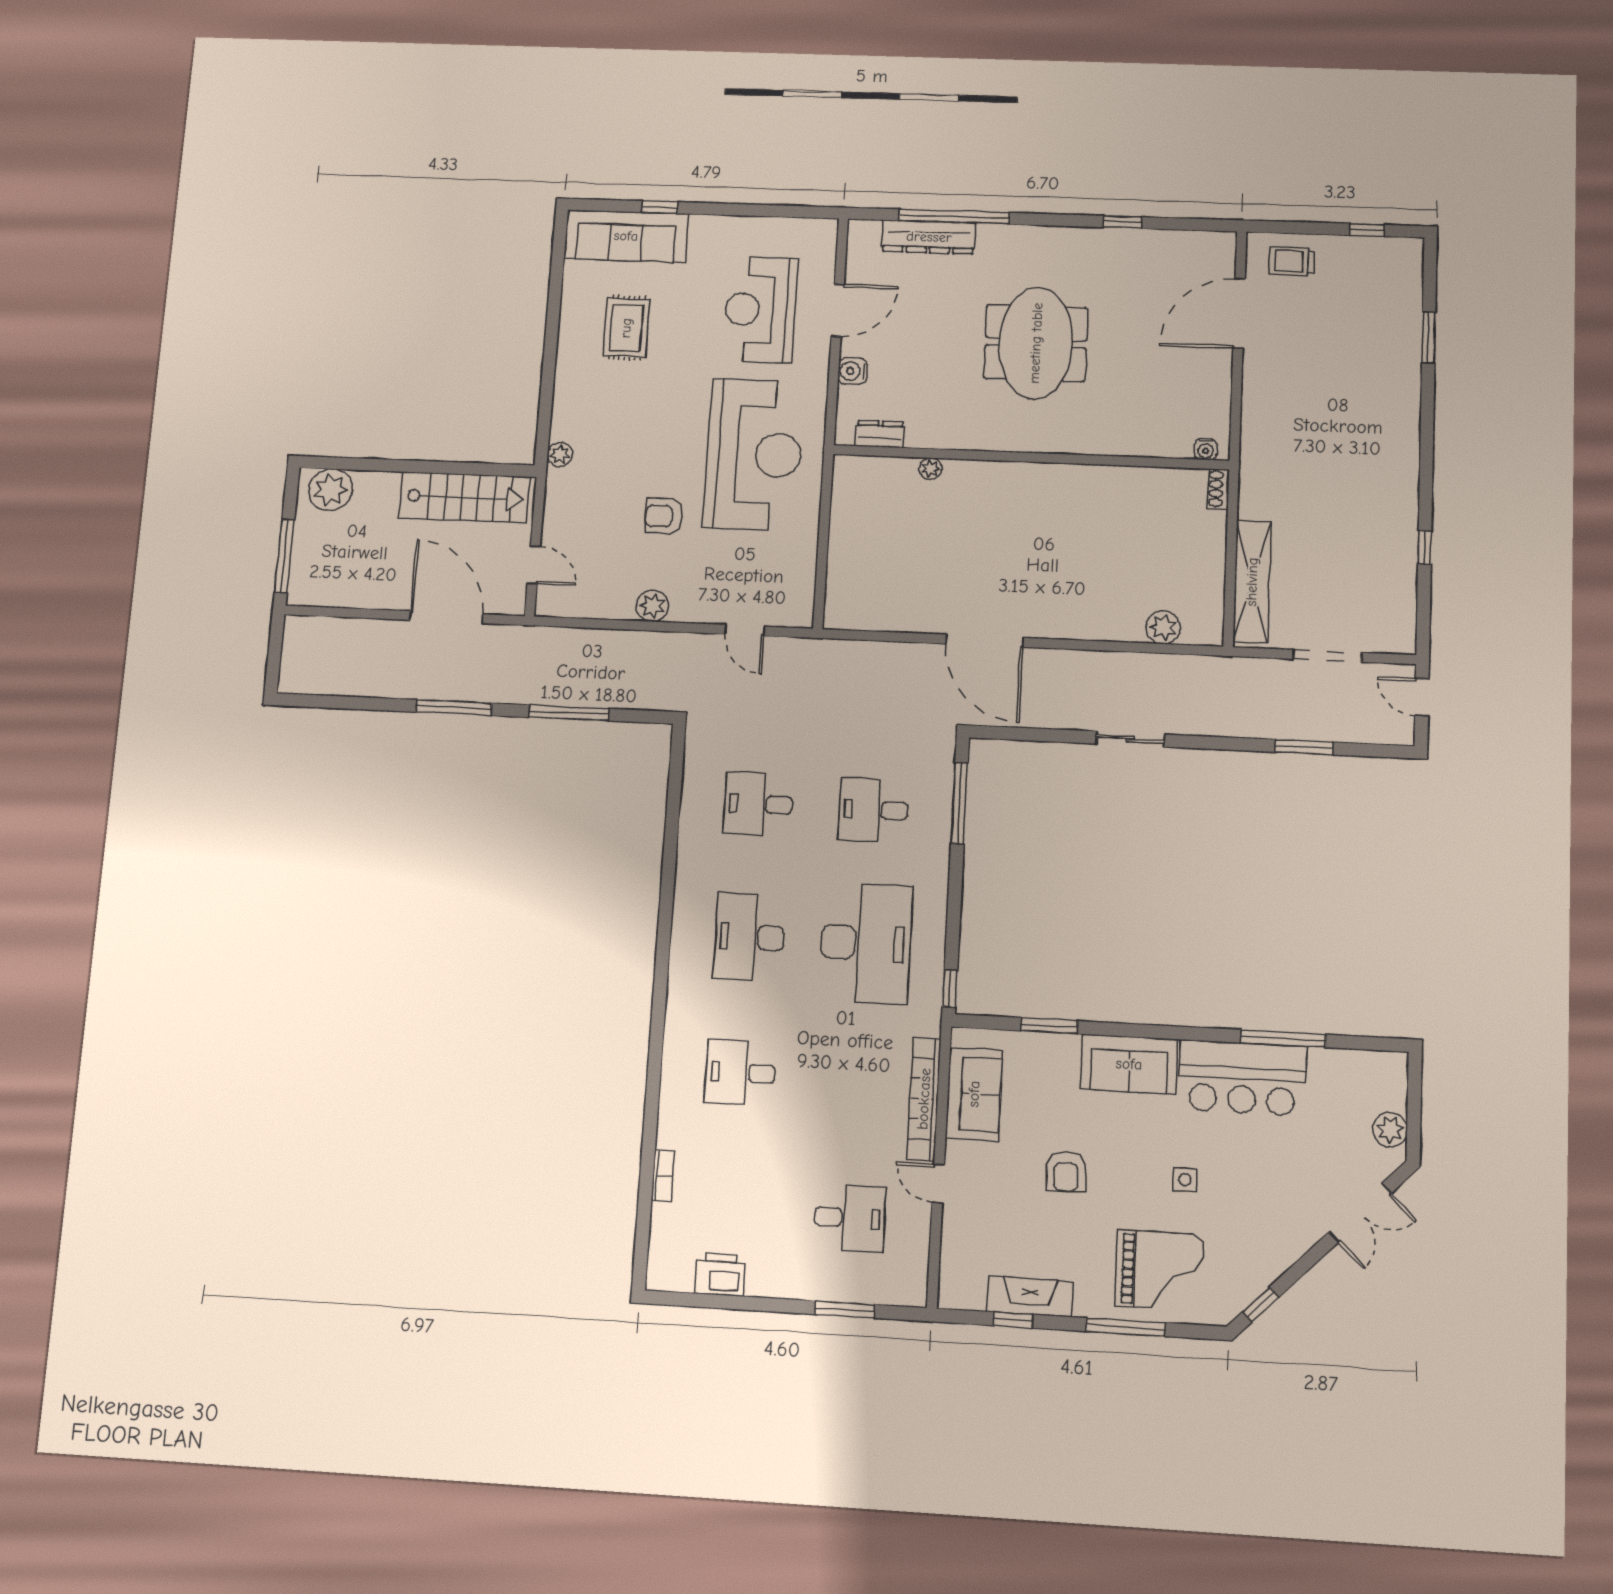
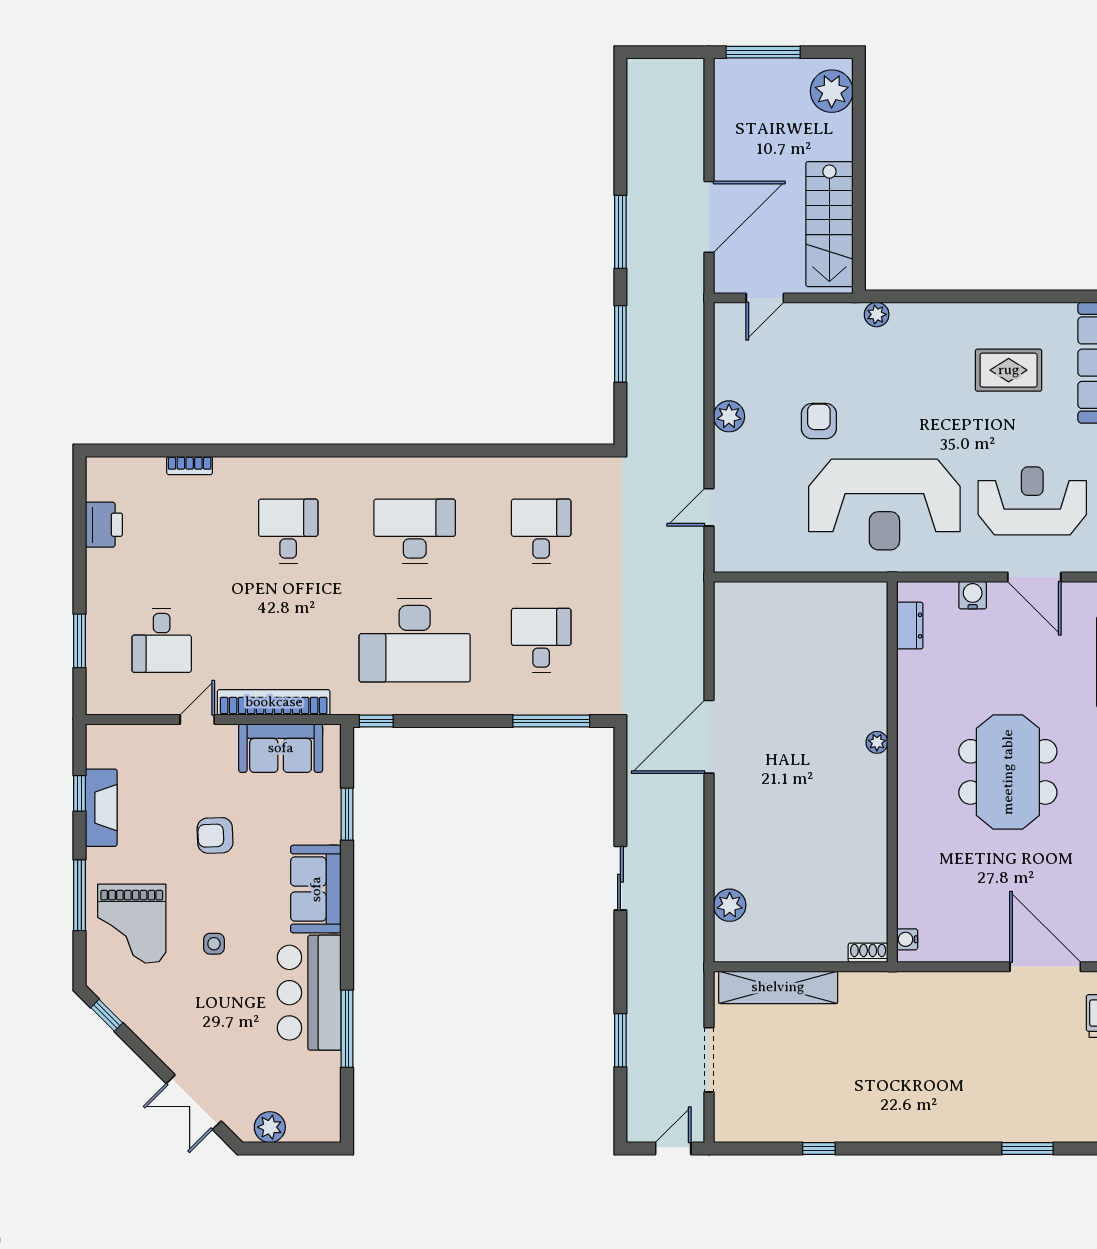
meeting table: (1036, 343) -> (1008, 772), turned 90
plant: (930, 469) -> (877, 742), moved

